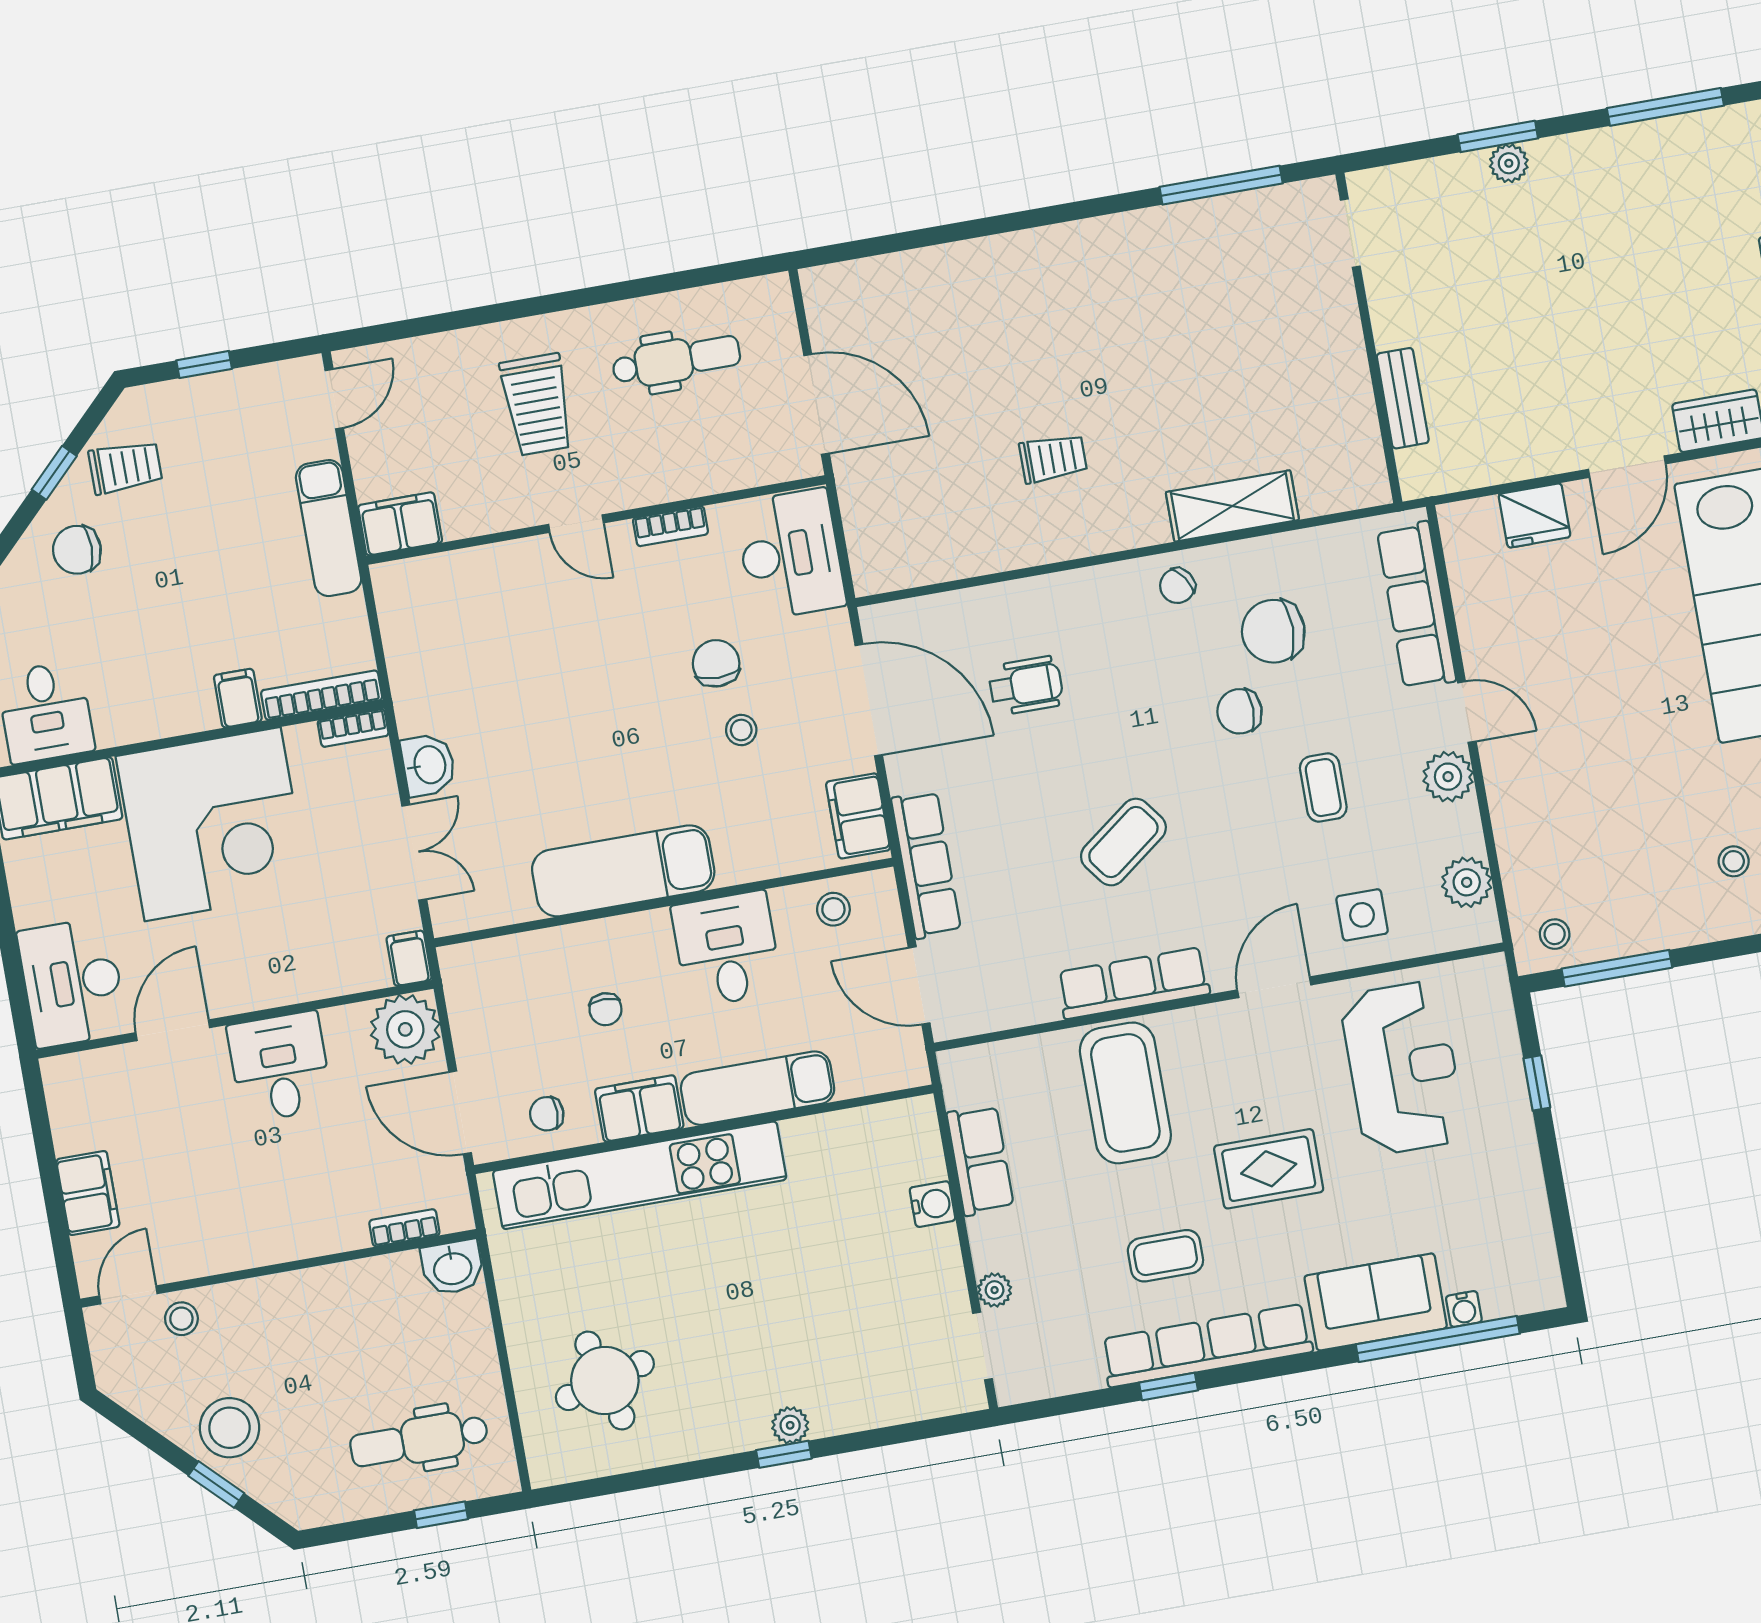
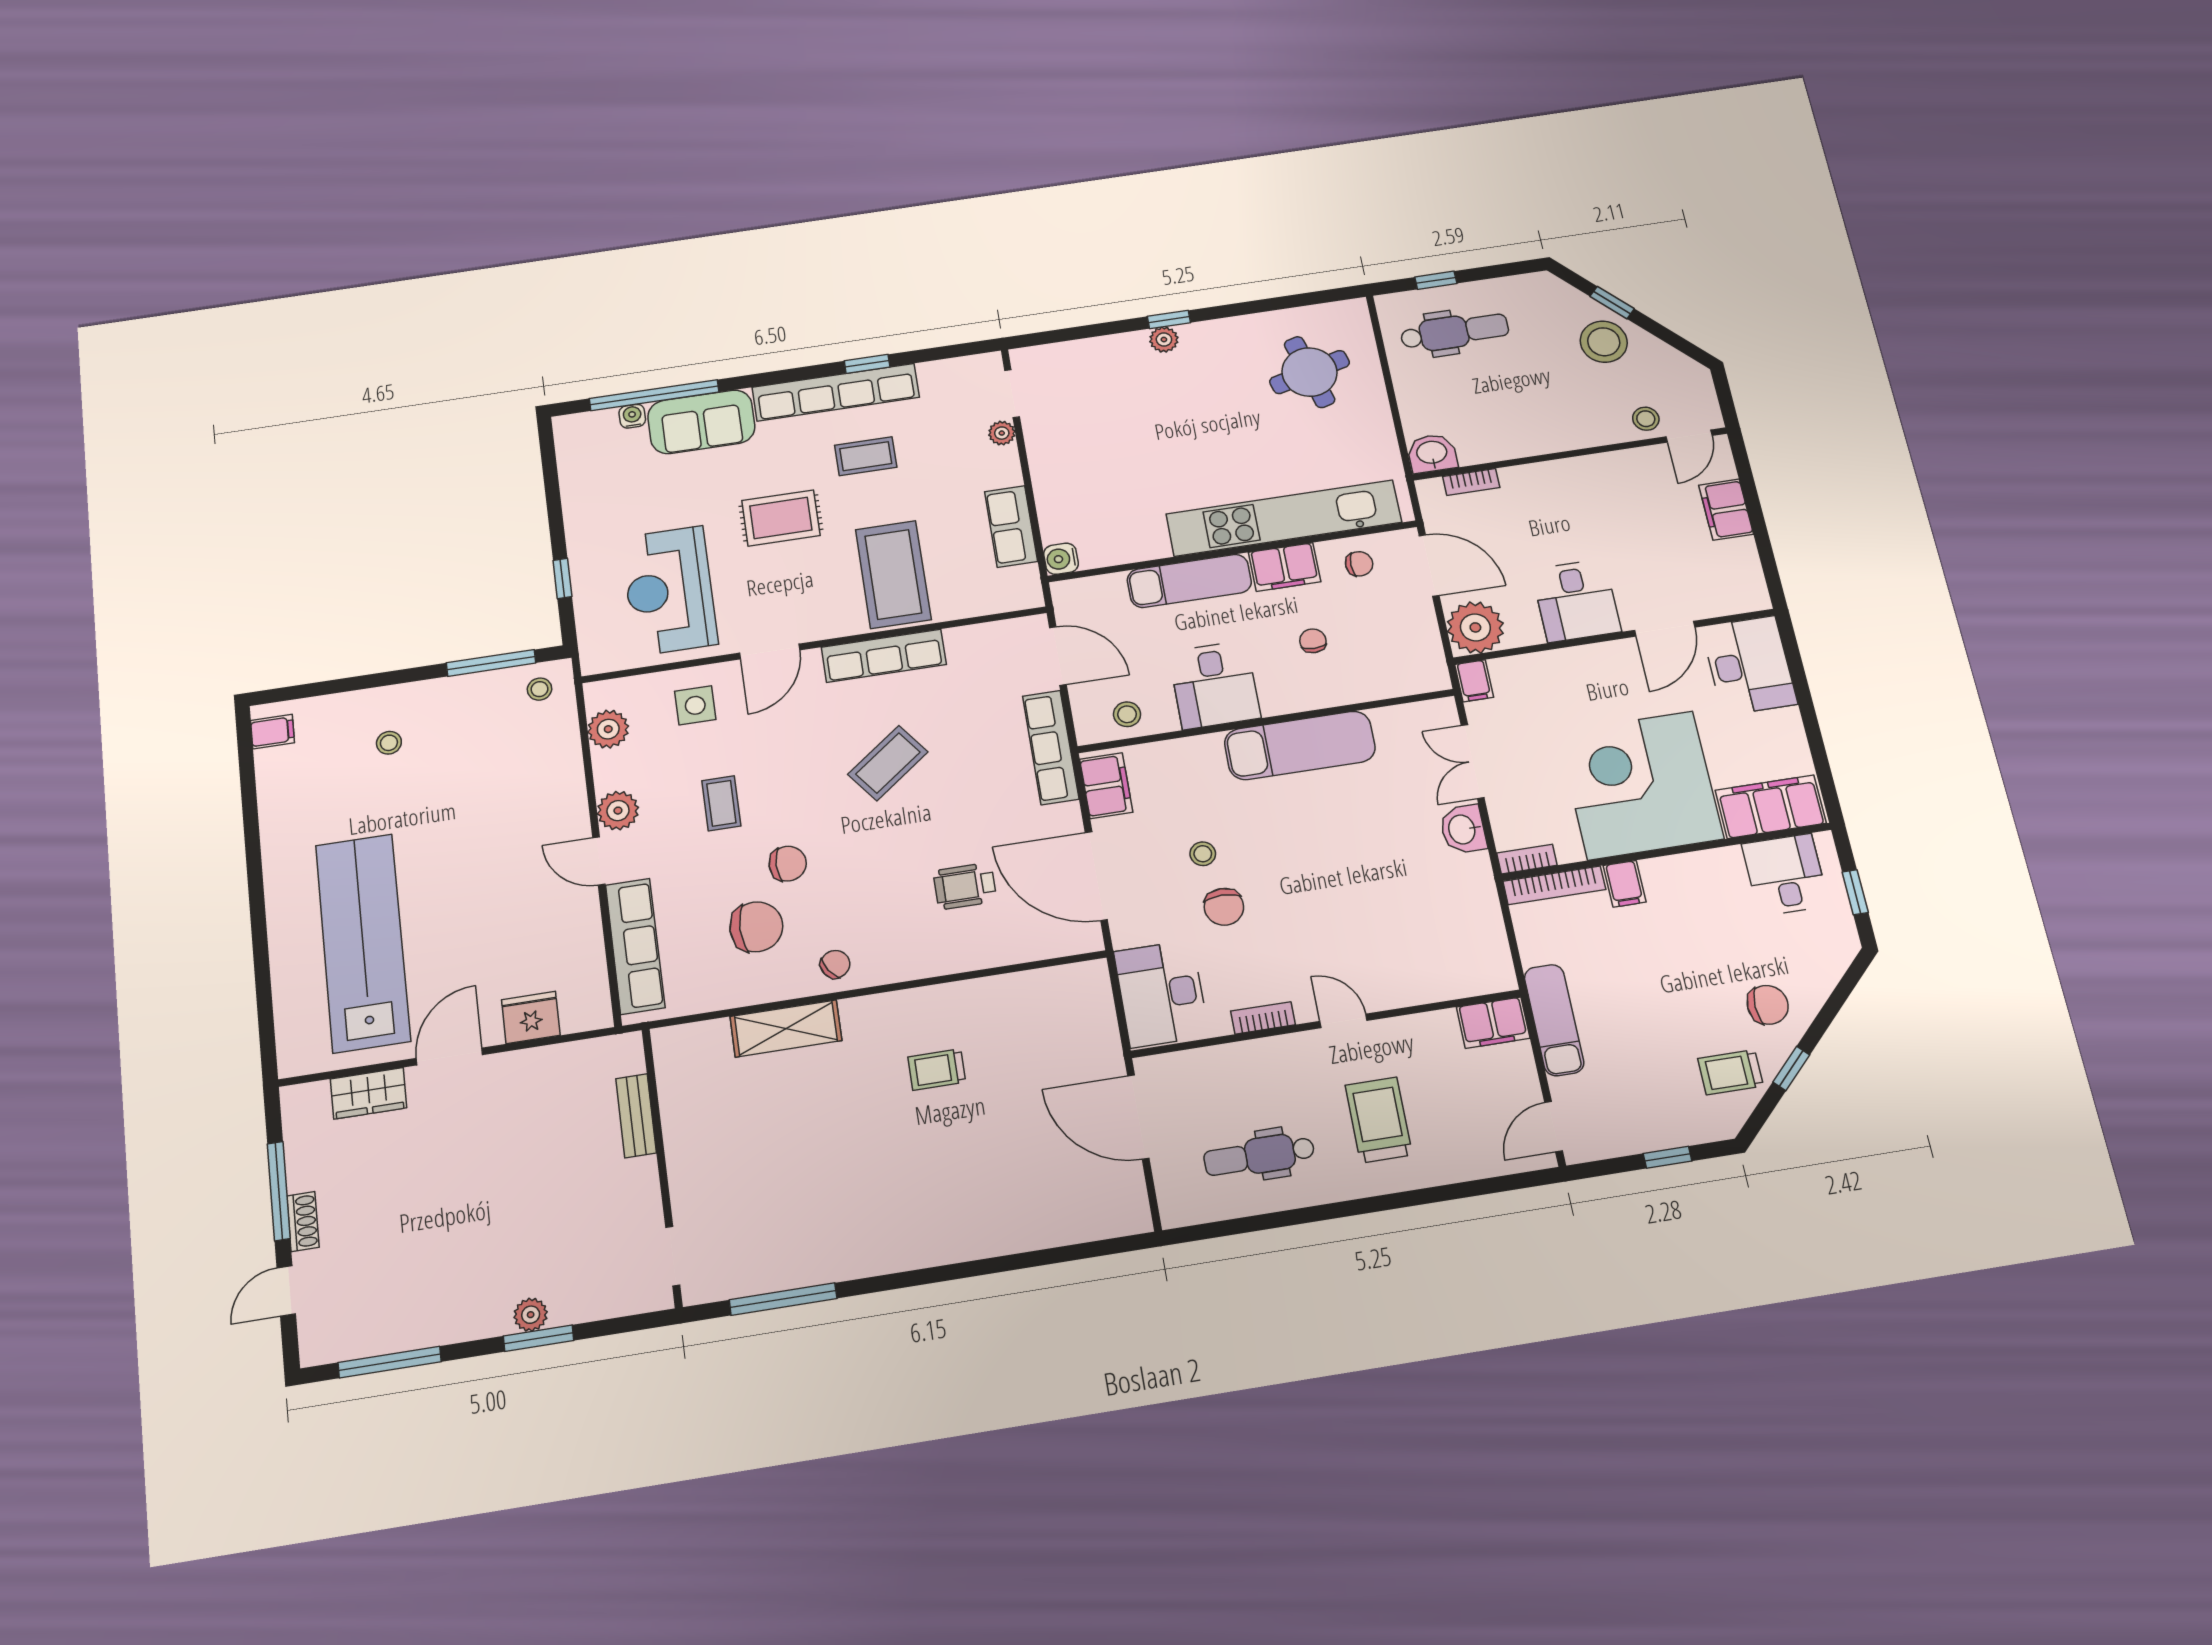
water cooler: (933, 1204) -> (1061, 559), moved

